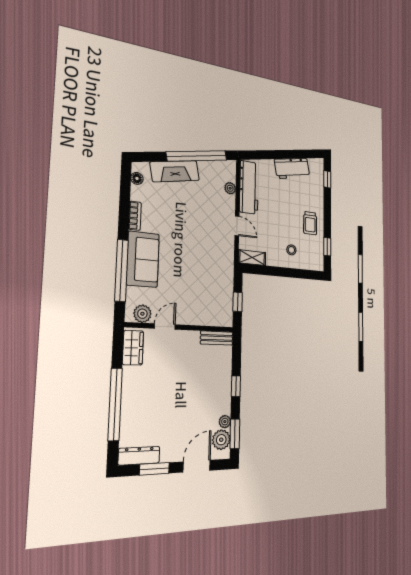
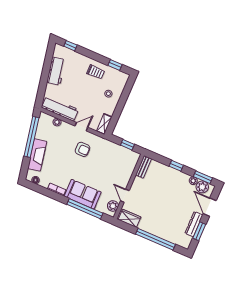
armchair: (207, 237) -> (82, 149), added
dresser: (139, 456) -> (194, 224), moved

